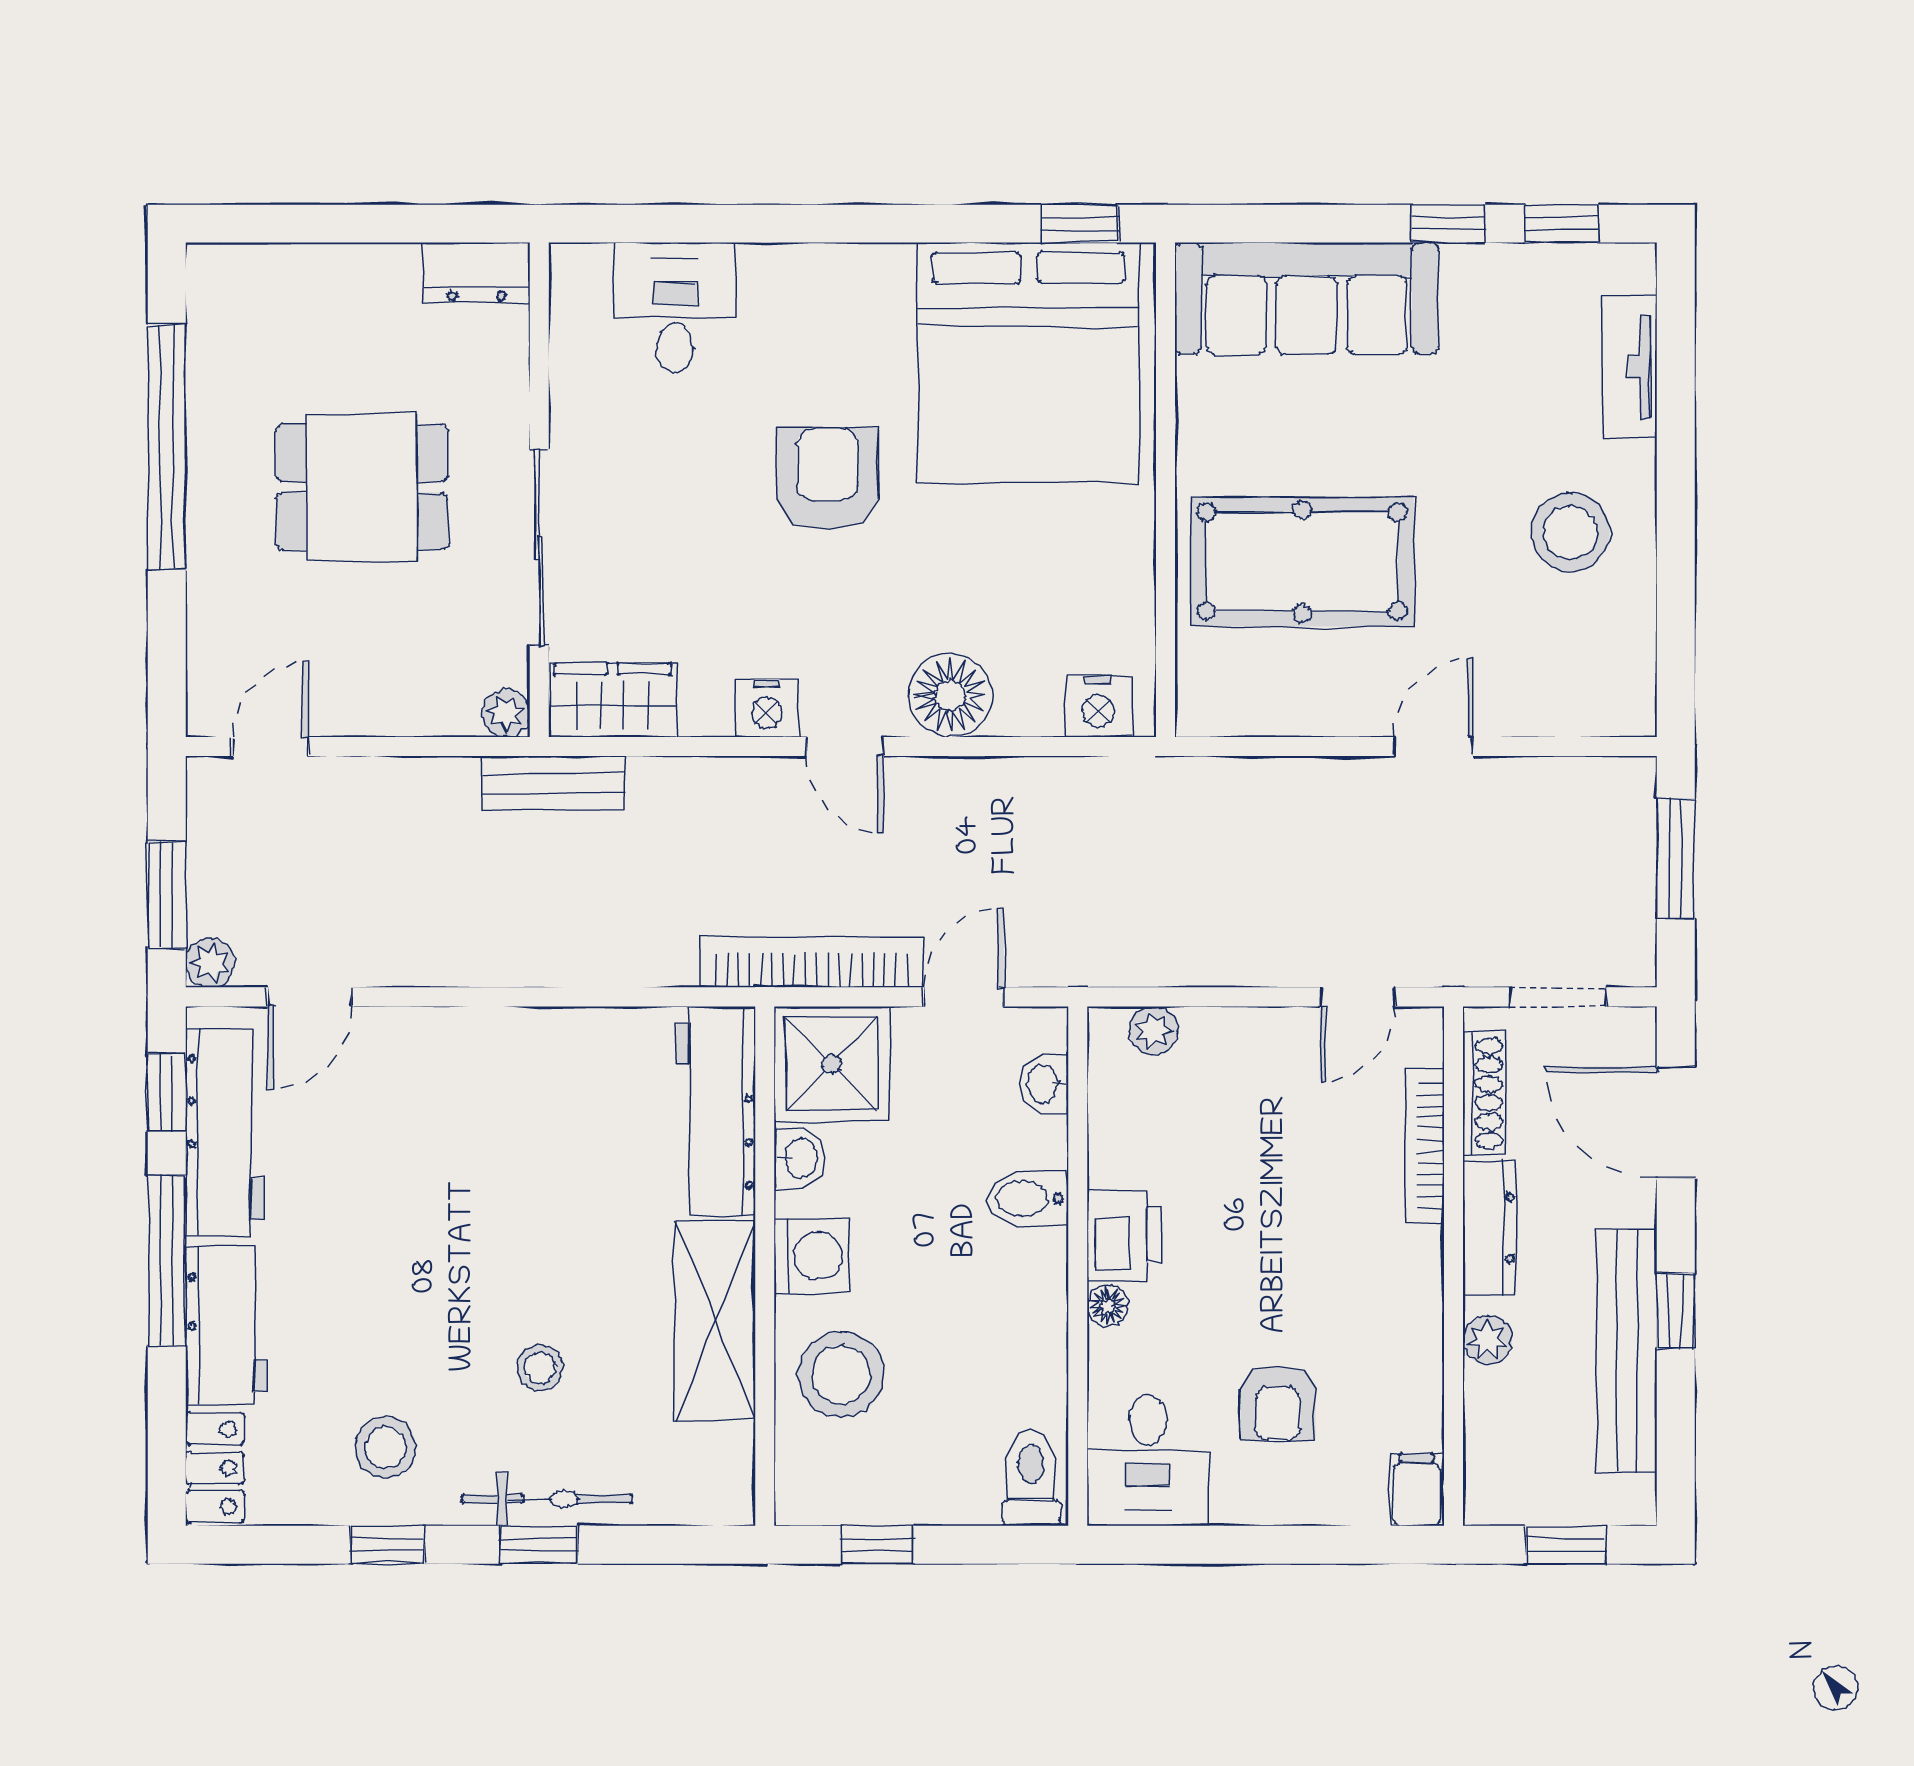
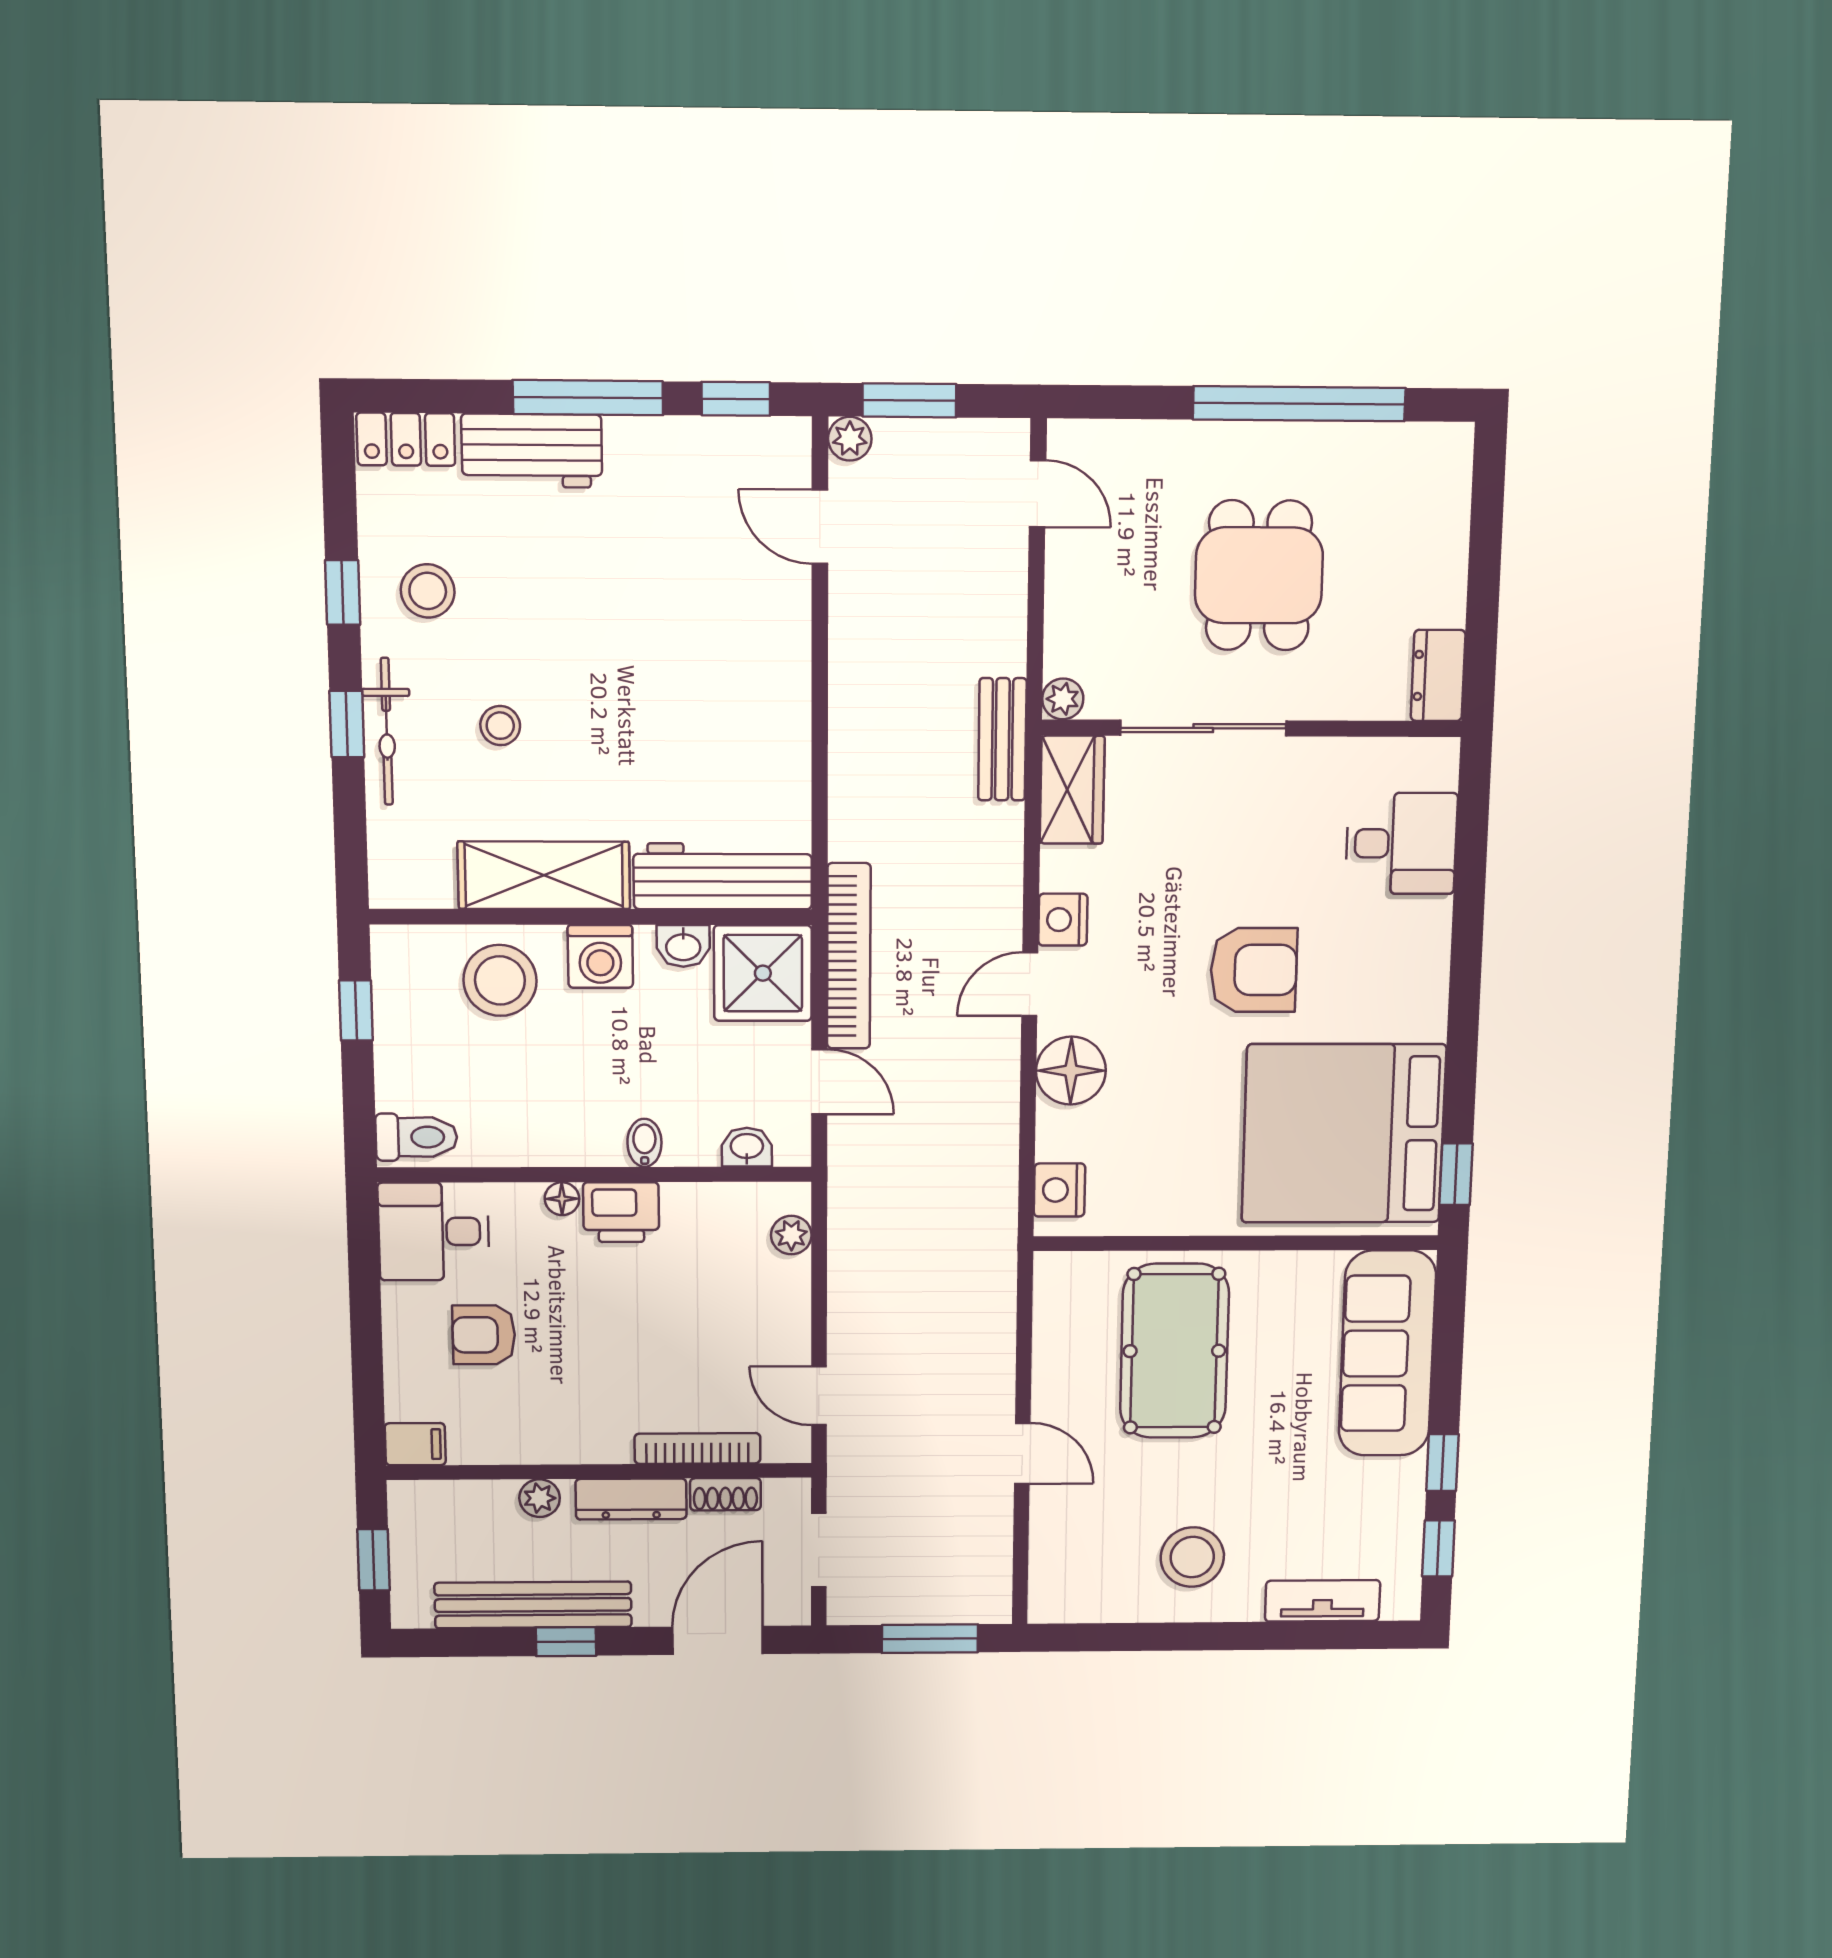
shoe rack: (1484, 1093) -> (725, 1494), width x0.70
workbench: (225, 1132) -> (701, 450), removed
bidet: (1028, 1199) -> (644, 1143), width x0.72, depth x0.74

